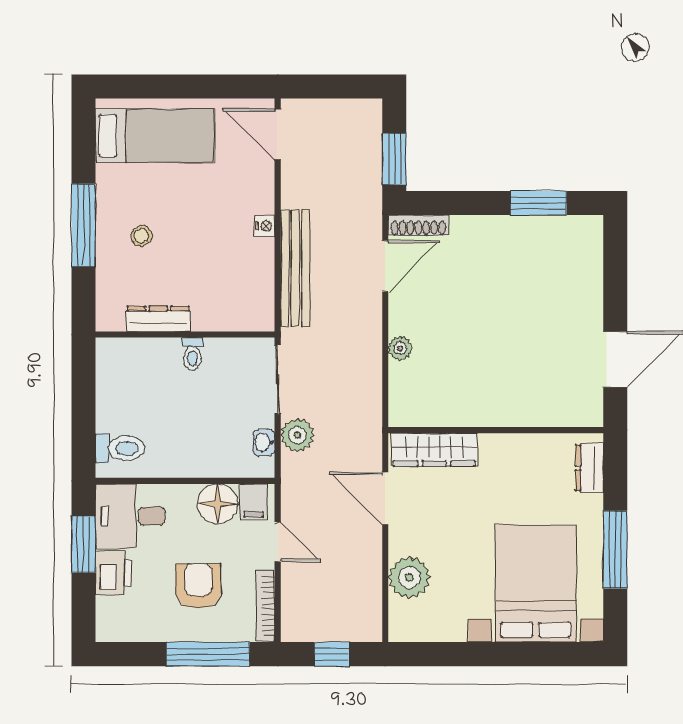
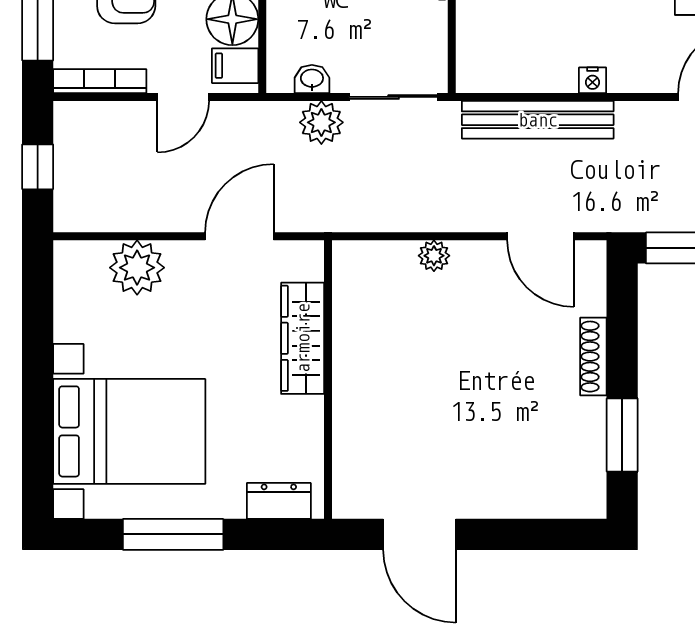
shoe rack: (418, 225) -> (593, 357), moved
wardrobe: (434, 450) -> (303, 338), moved

